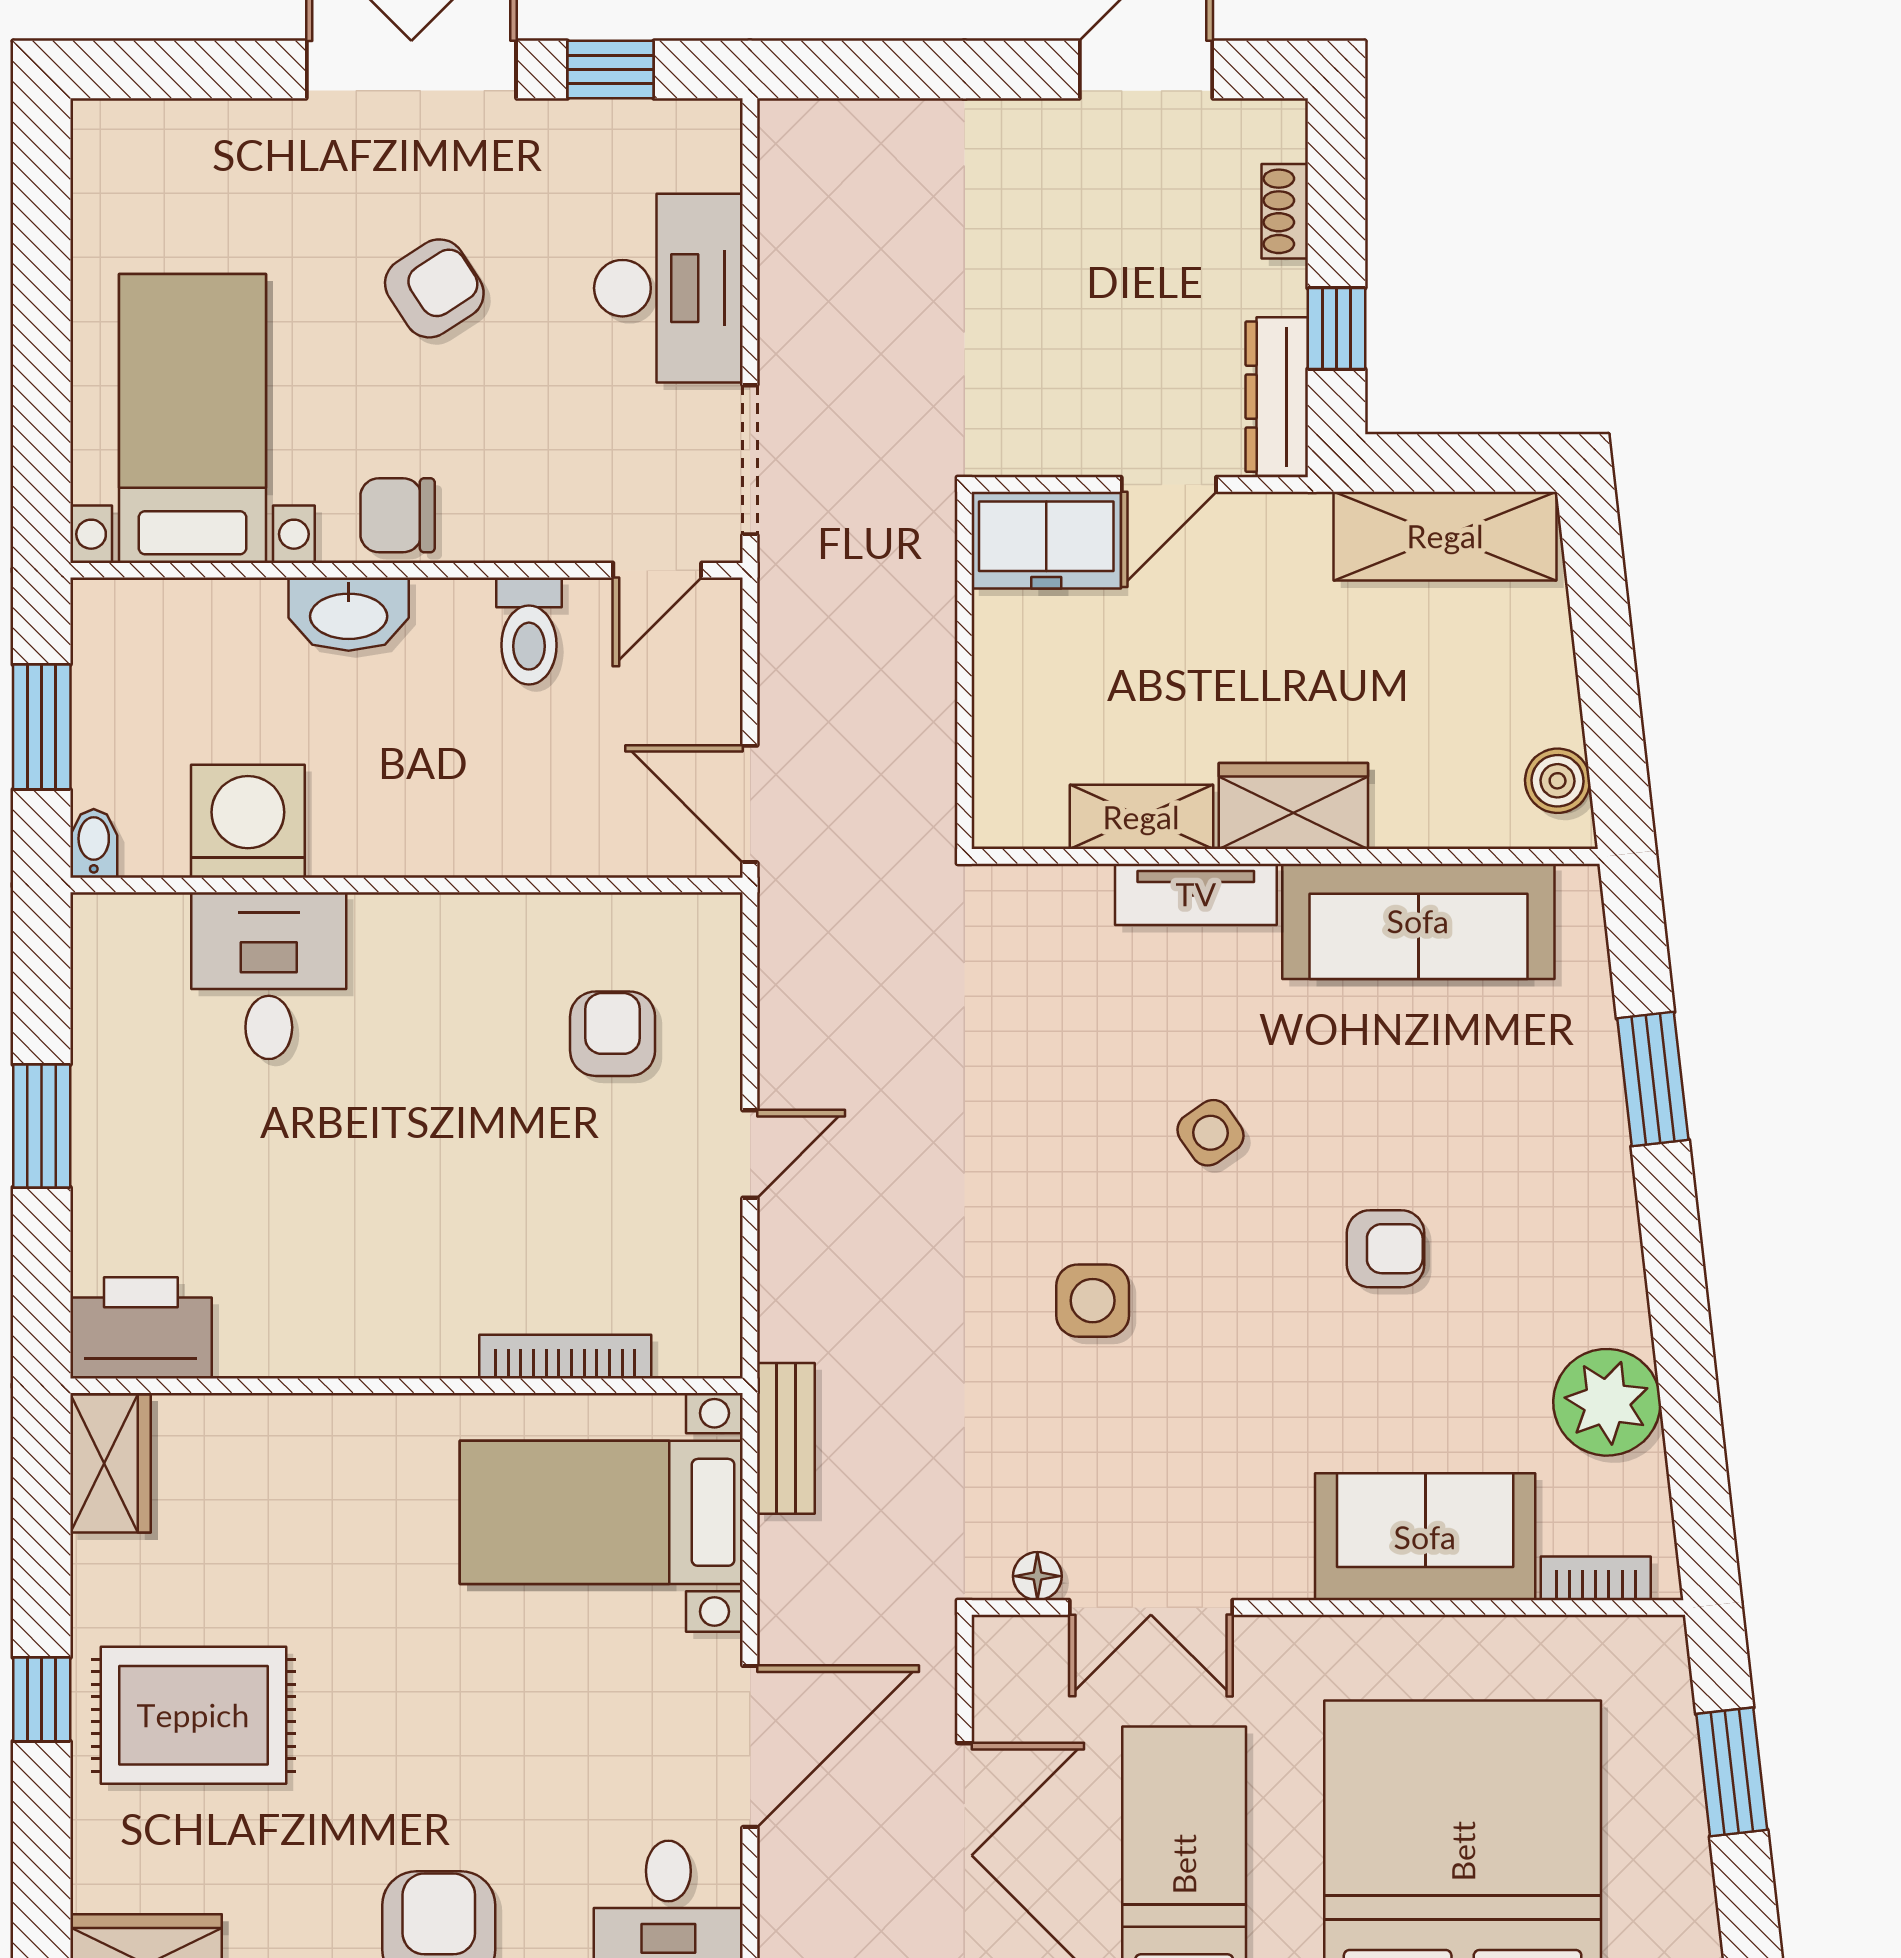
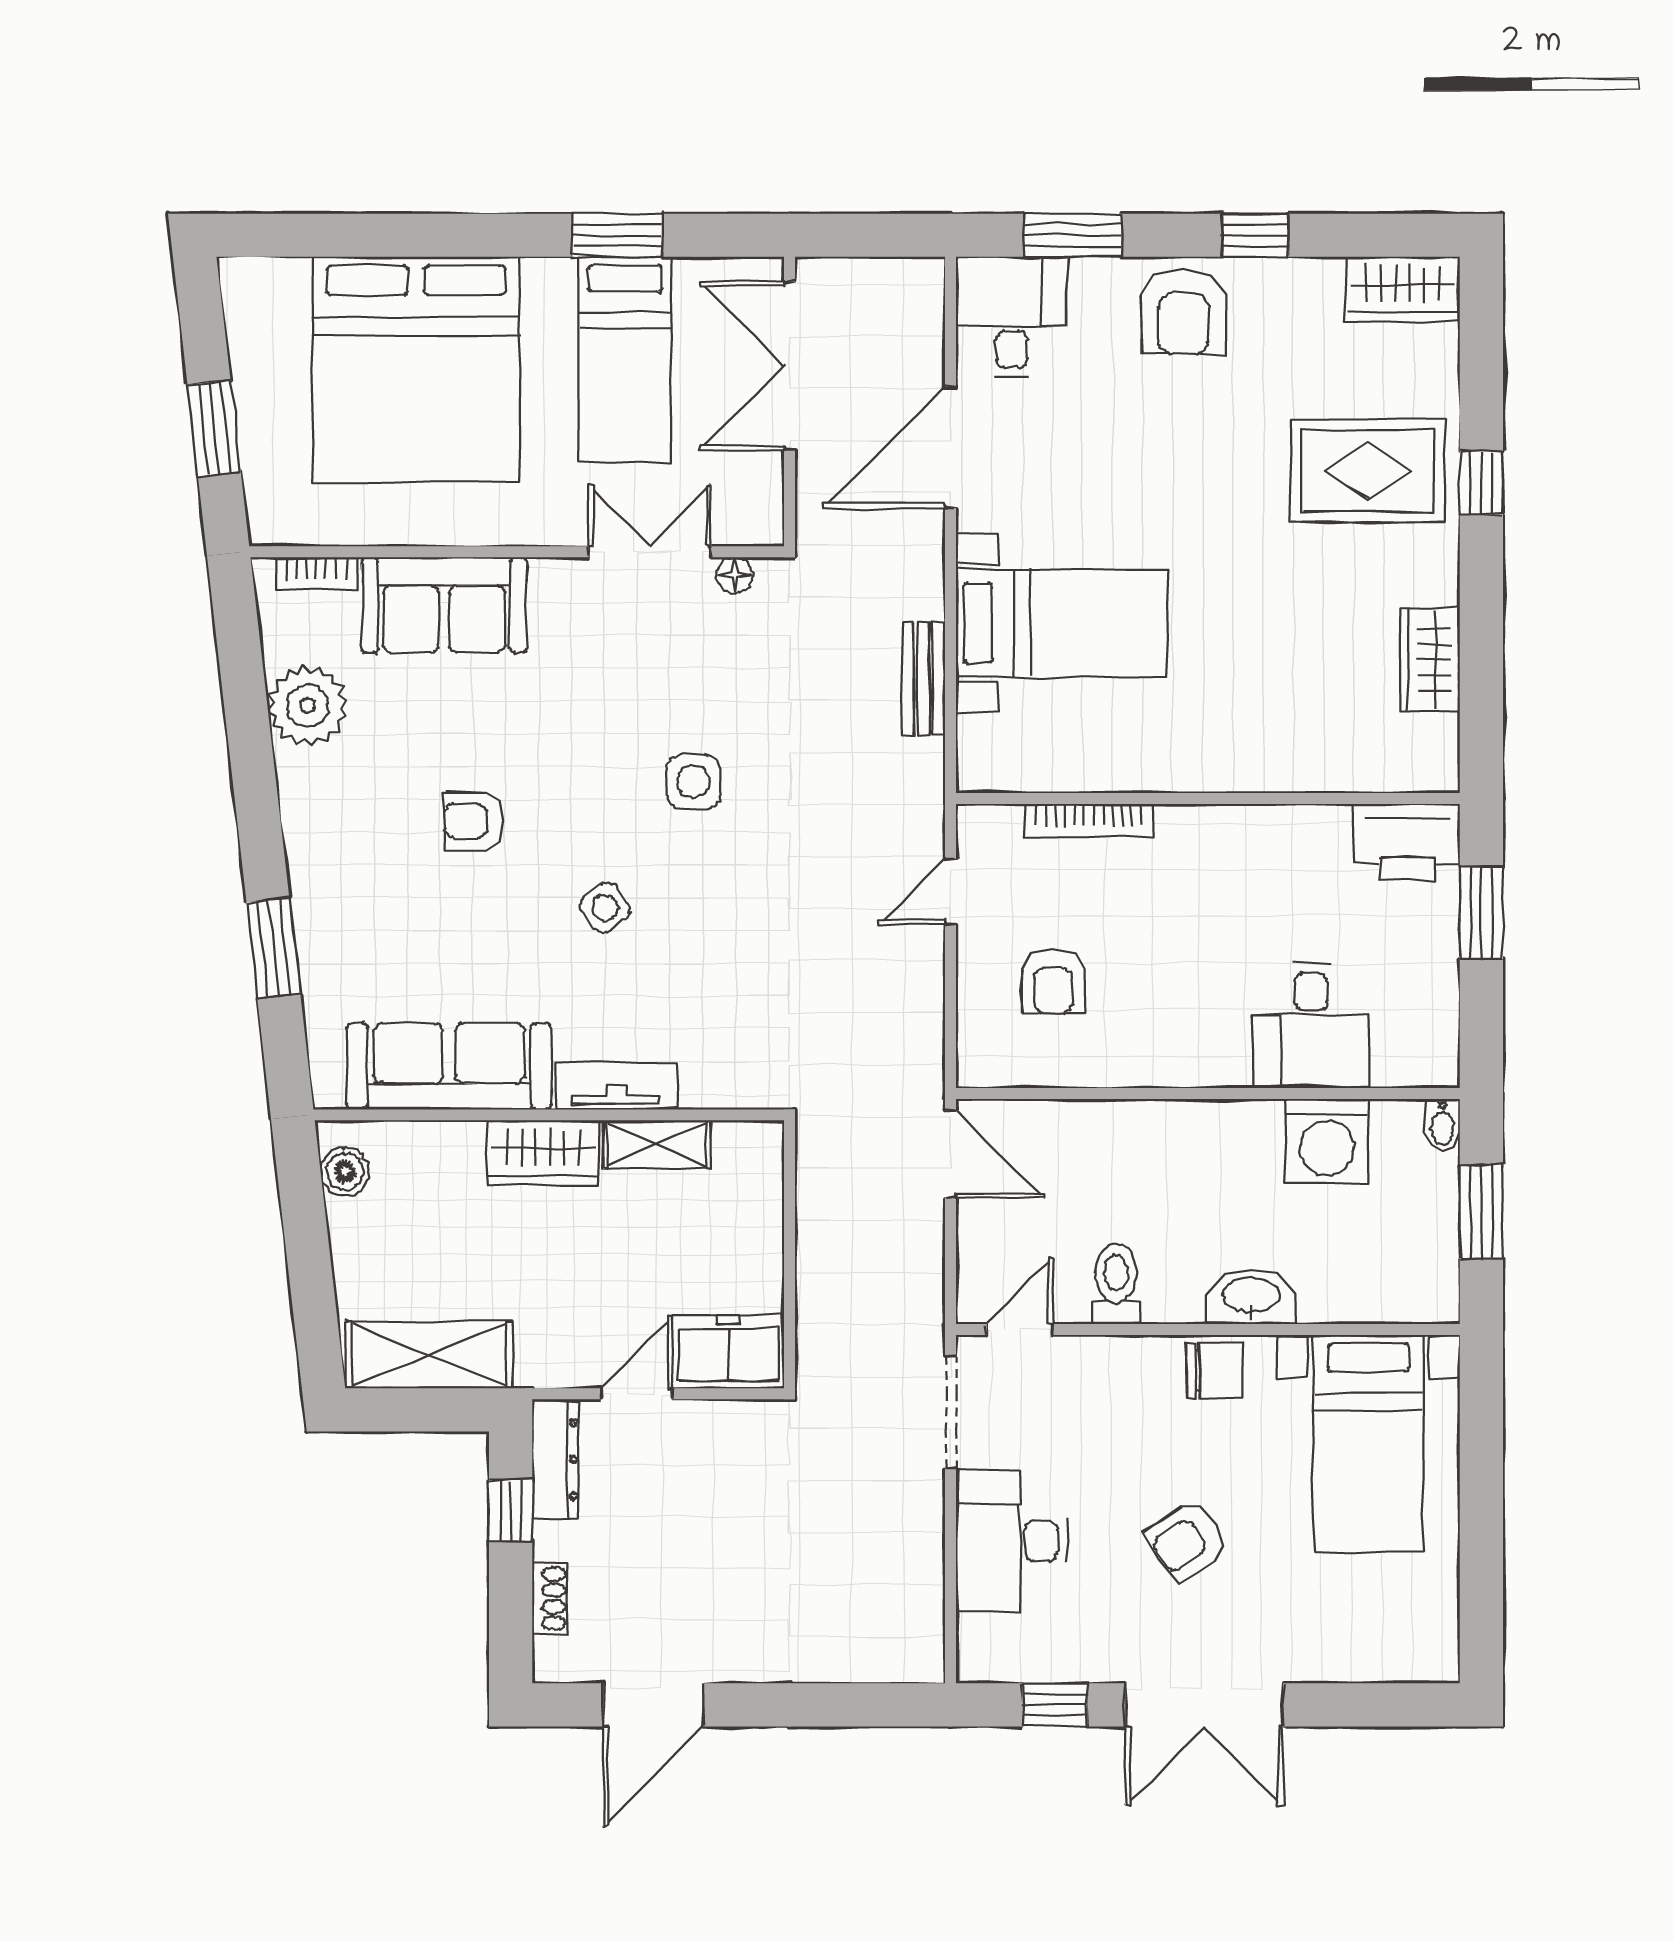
printer: (141, 1328) -> (1407, 842), moved
bookcase: (565, 1357) -> (1089, 820), moved
wall: (407, 1386) -> (1208, 798), moved

